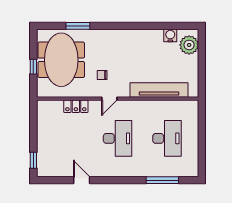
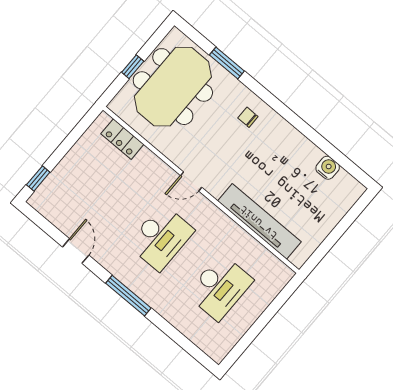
plant: (189, 45) -> (341, 198), removed
chair: (102, 75) -> (248, 117), moved
locker: (76, 106) -> (122, 139), moved
window: (162, 180) -> (128, 296), moved

